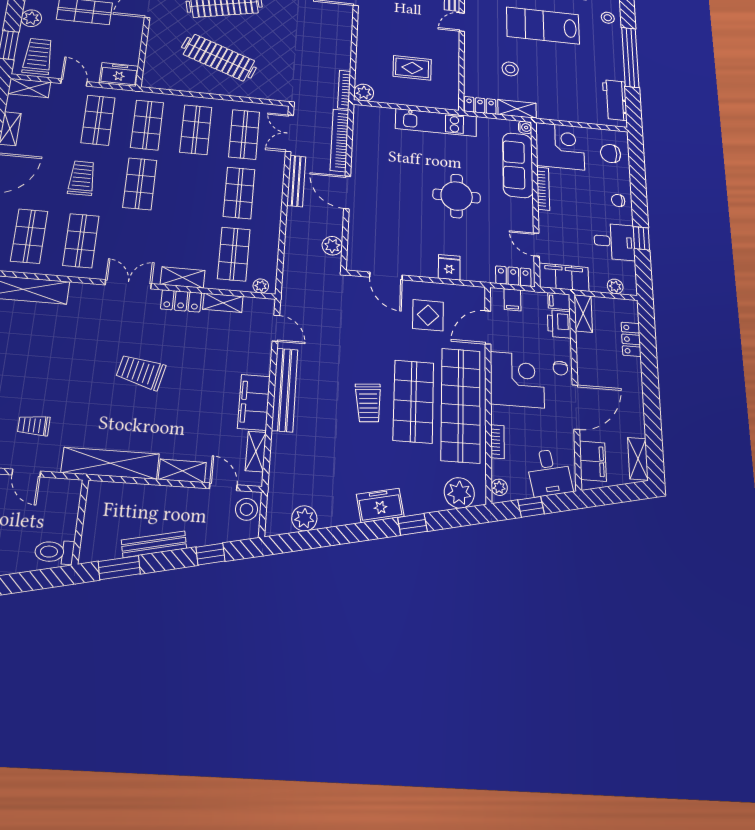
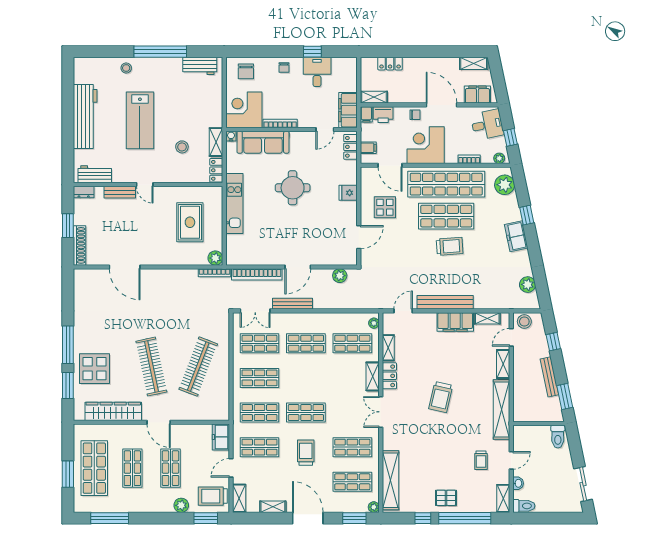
rug: (412, 68) -> (190, 222), width x1.36, depth x1.43
trolley: (82, 178) -> (306, 453), turned 90
plant: (615, 286) -> (352, 73), removed

